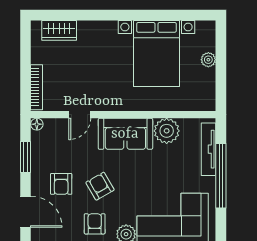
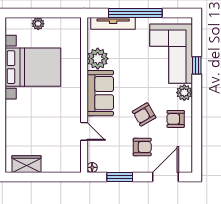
wardrobe: (59, 30) -> (27, 164), moved, turned -90
bookcase: (37, 87) -> (61, 168), removed

